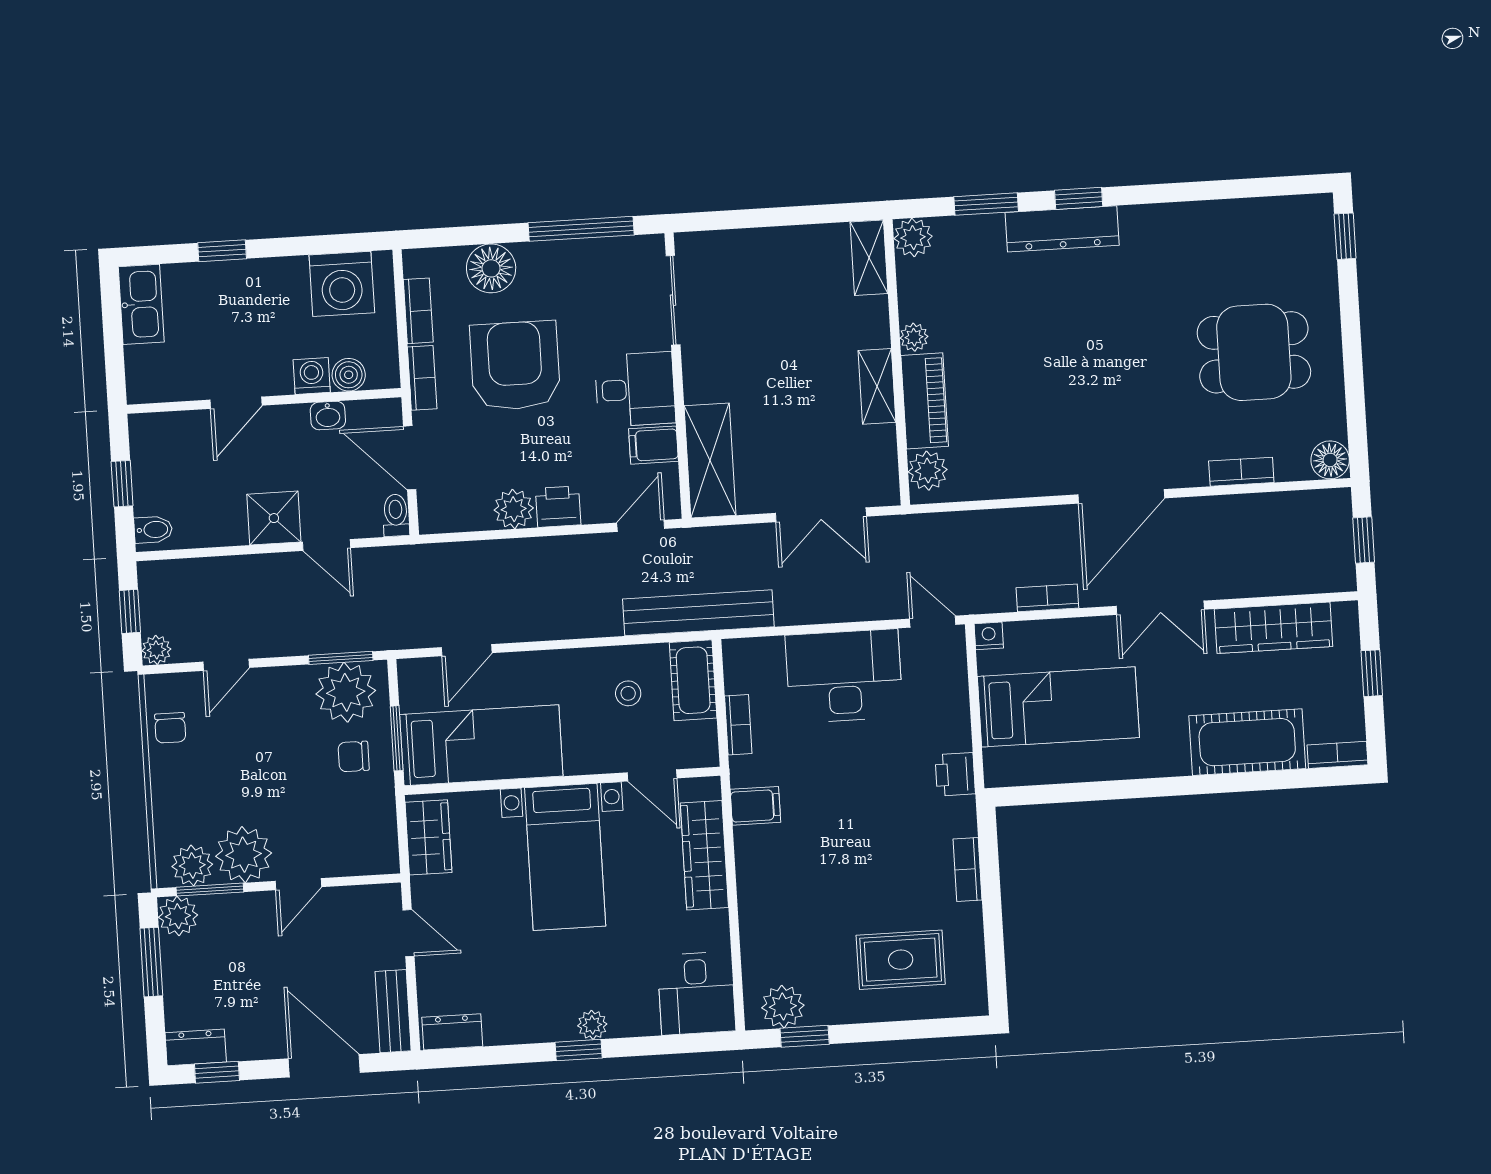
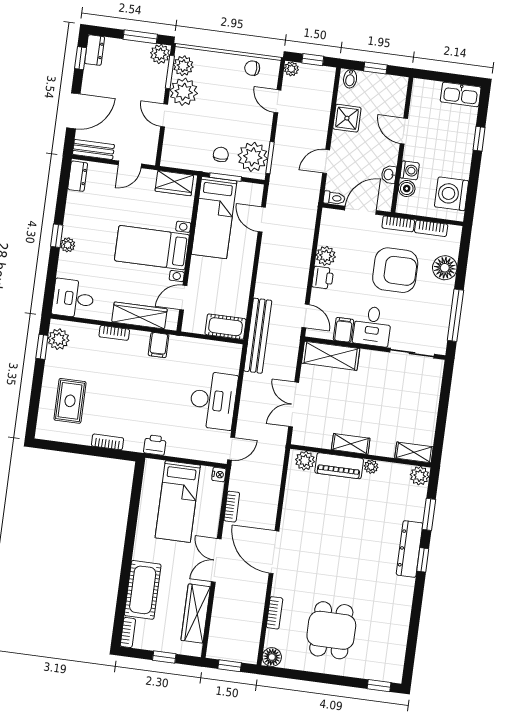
shower: (274, 518) -> (347, 118), moved
stool: (628, 693) -> (225, 294), removed
bookcase: (738, 725) -> (114, 333), moved

